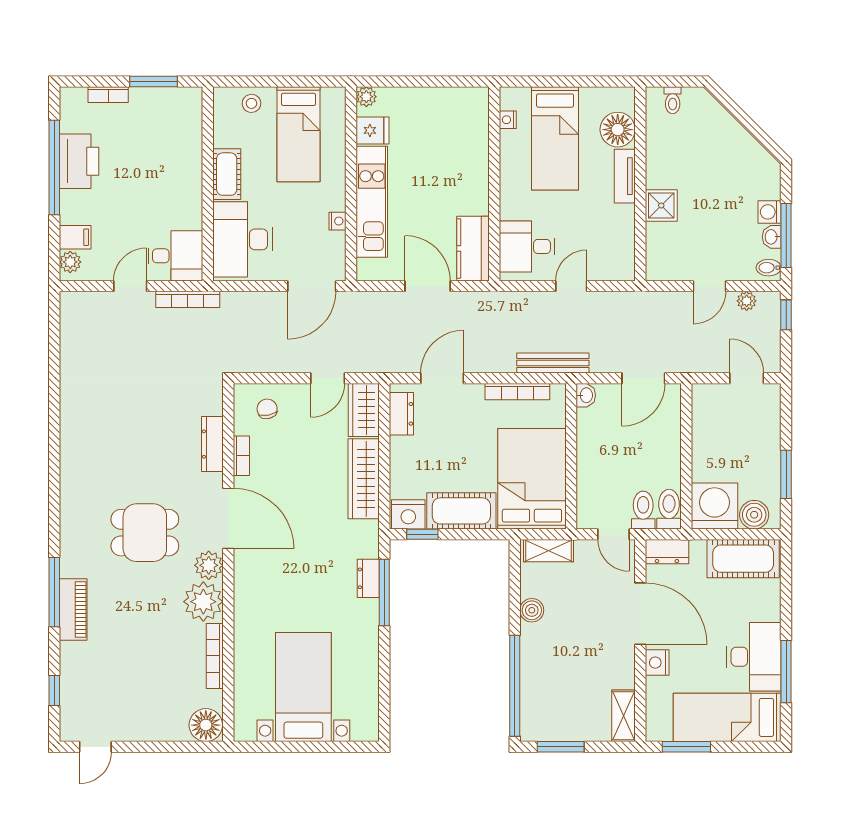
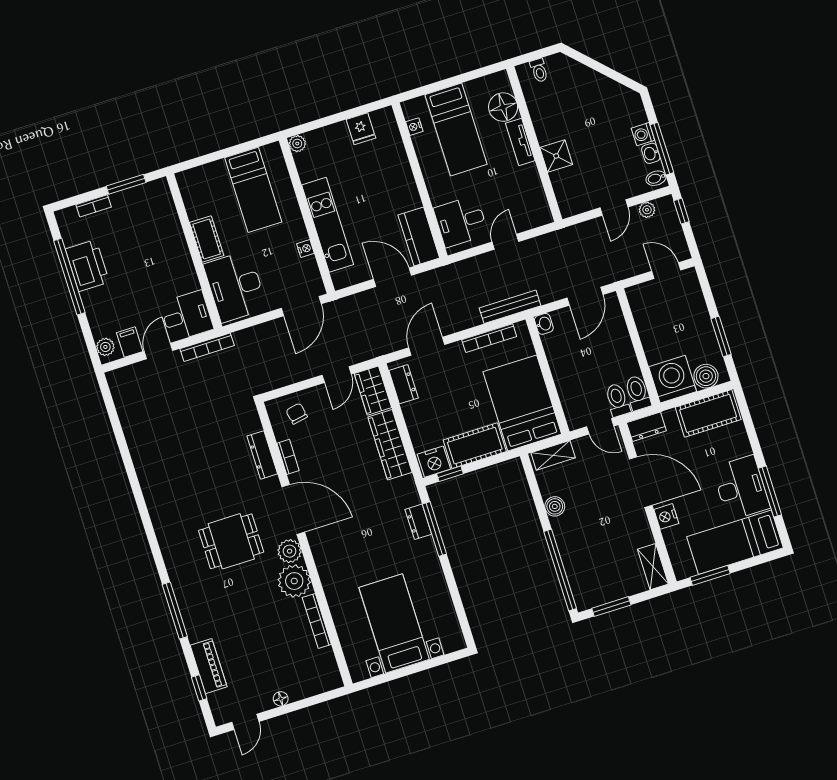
stool: (251, 103) -> (209, 177), removed
fridge: (372, 130) -> (361, 129), moved, turned 90
filing cabinet: (75, 237) -> (130, 342), moved, turned -90
piano: (73, 610) -> (209, 666), moved
floor lamp: (206, 725) -> (281, 699), moved, width x0.53, depth x0.53

